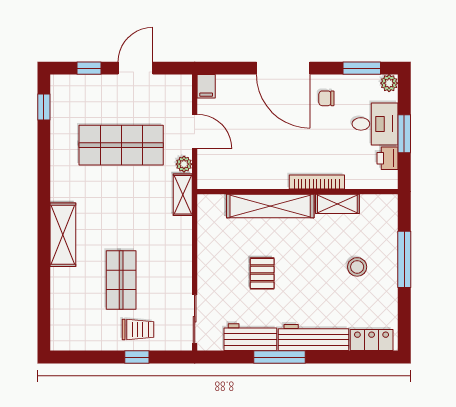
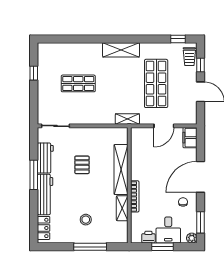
filing cabinet: (206, 86) -> (190, 138), width x2.00
plant: (184, 164) -> (145, 120), removed
shelving: (63, 235) -> (121, 50), moved
pallet: (262, 273) -> (82, 165), turned 90
trolley: (138, 329) -> (189, 57), moved
window: (137, 357) -> (34, 73), moved

